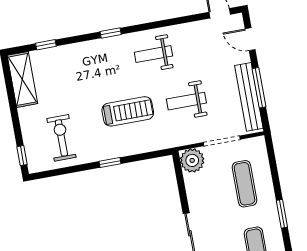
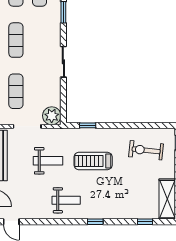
exercise bike: (61, 138) -> (146, 150), turned 96
window: (110, 163) -> (88, 125), moved

